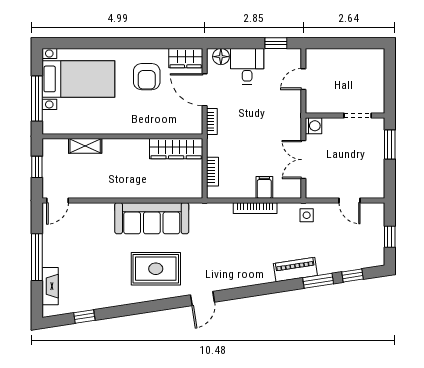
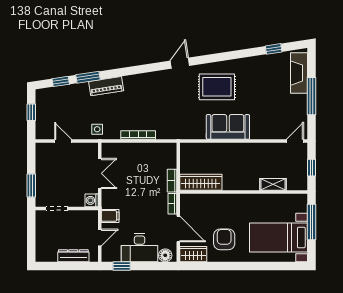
dresser: (337, 56) -> (73, 256), added
desk: (247, 66) -> (140, 248), width x1.37
bookcase: (212, 172) -> (172, 181), moved
filing cabinet: (264, 187) -> (110, 216), moved, turned -90
sofa: (152, 218) -> (228, 127), width x0.73
fireplace: (50, 286) -> (299, 73), width x1.37, depth x1.32

